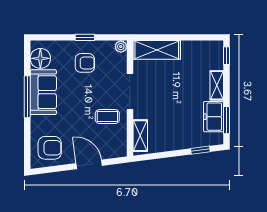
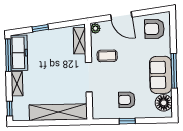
plant: (121, 47) -> (95, 28), moved
shelving: (157, 50) -> (58, 112), width x1.47
freezer: (214, 117) -> (19, 53), width x1.40
window: (227, 120) -> (8, 55), width x1.44
window: (200, 150) -> (40, 28), moved

